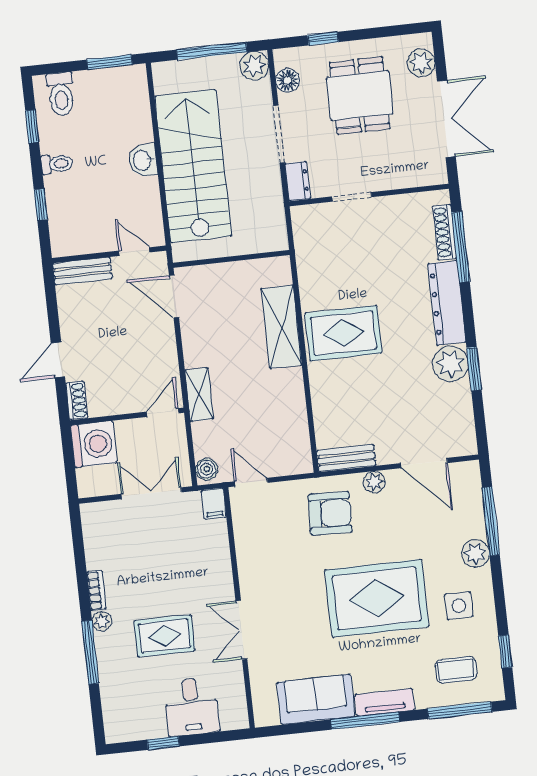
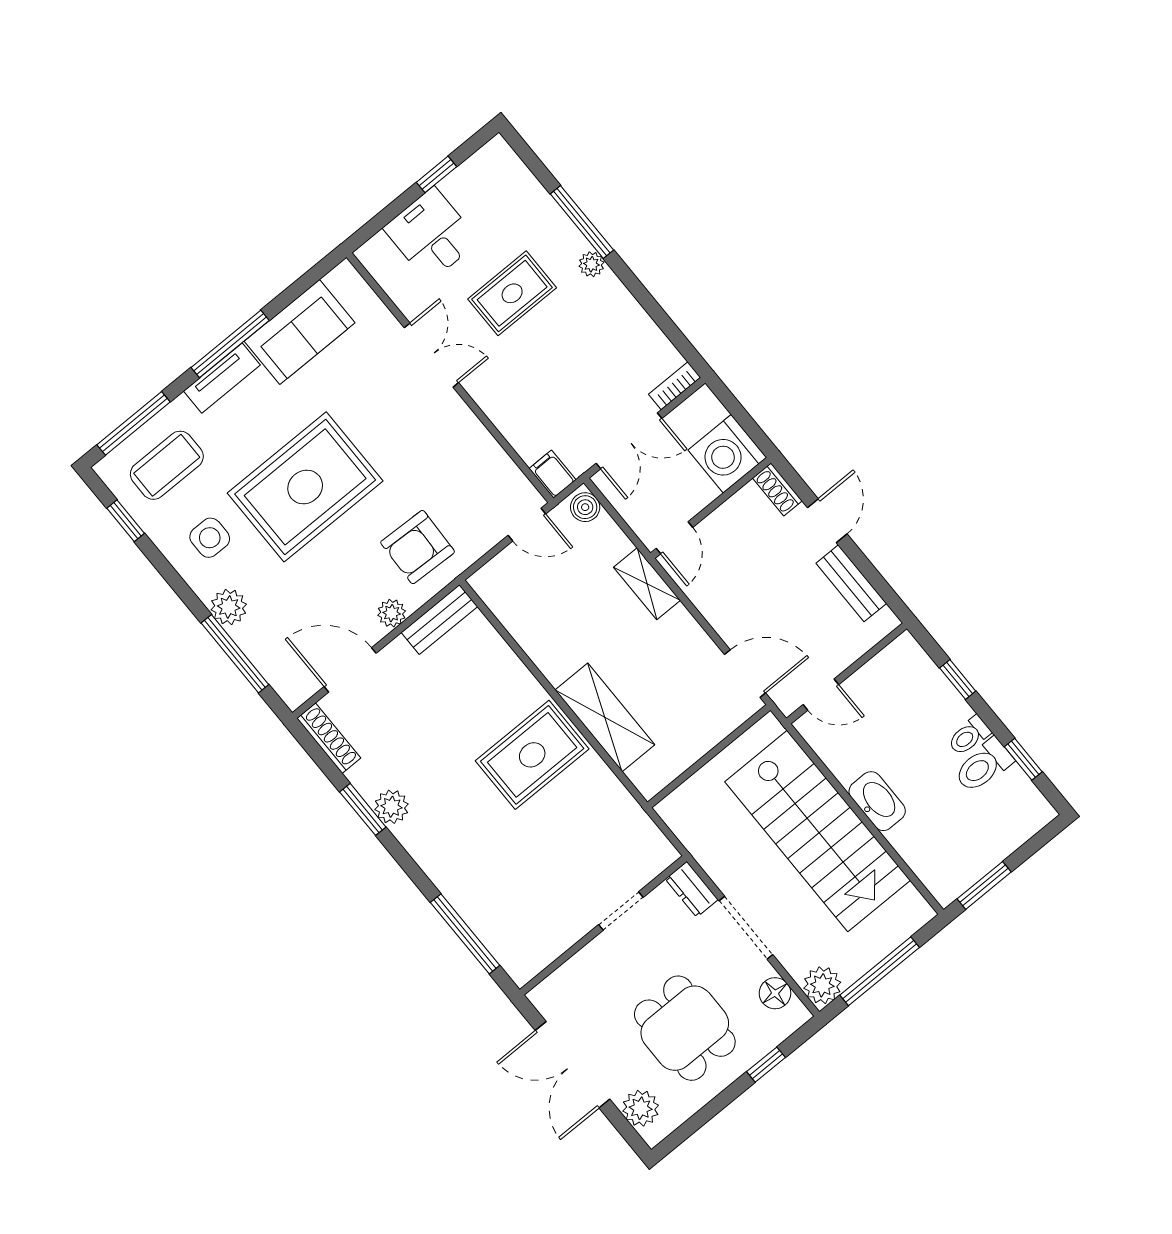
toilet: (61, 94) -> (983, 766), moved, turned -90
washbasin: (143, 160) -> (877, 801), width x1.38
shoe rack: (445, 232) -> (329, 738), moved
bench: (82, 271) -> (851, 583), moved, turned 90
dresser: (447, 303) -> (440, 863), removed
plant: (450, 364) -> (391, 807), width x0.73, depth x0.73
bookcase: (96, 590) -> (675, 386), moved, turned 90
coffee table: (456, 670) -> (167, 465), width x1.36, depth x1.30

